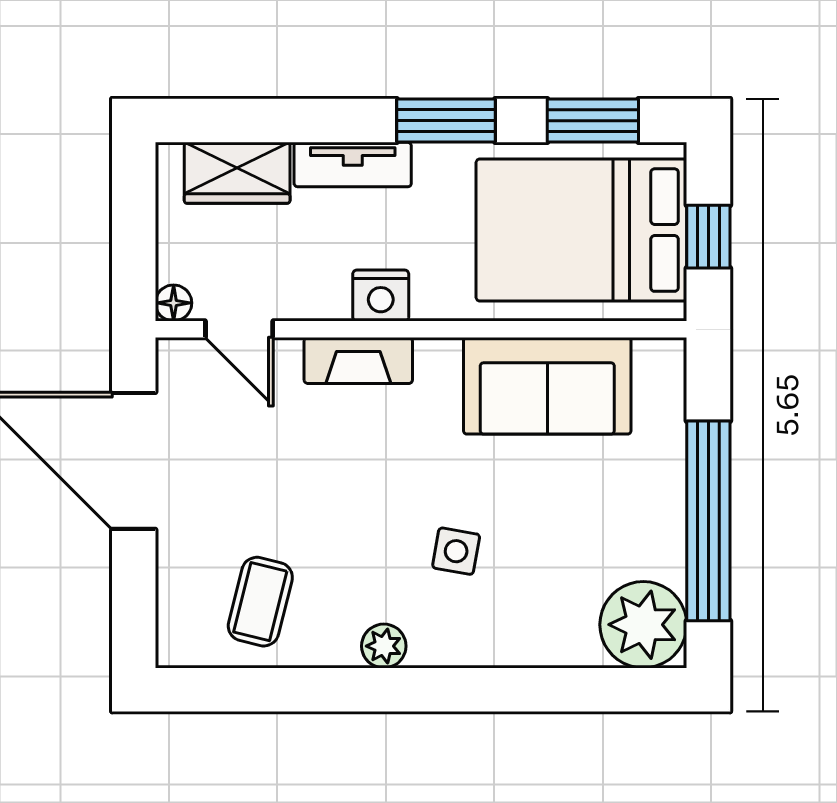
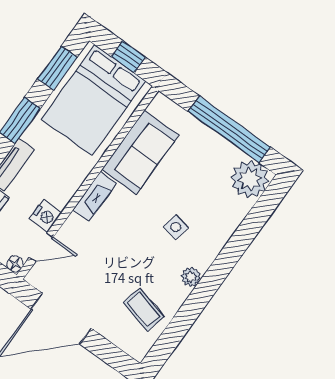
nightstand: (381, 296) -> (46, 216), moved
fireplace: (358, 360) -> (95, 196), moved

